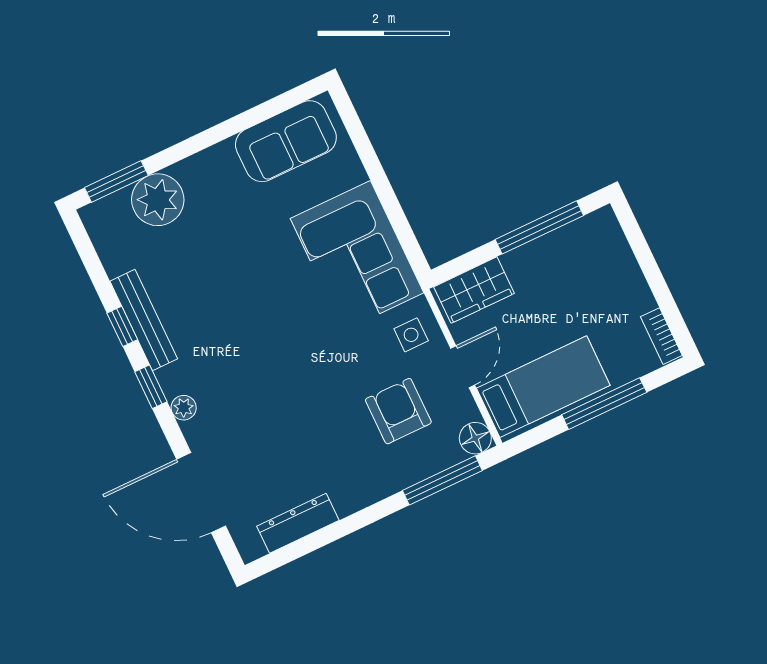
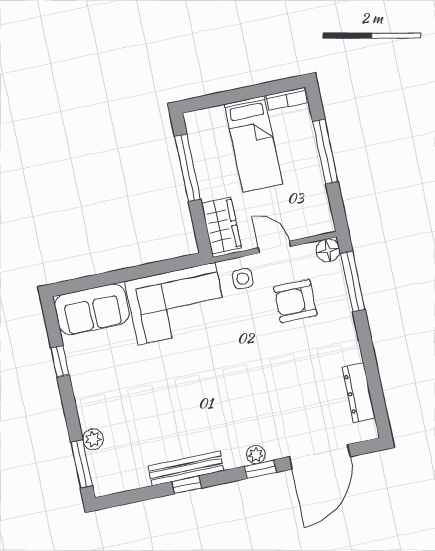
window: (245, 121) -> (60, 361), added
sofa: (286, 141) -> (92, 309), moved, turned 90
plant: (158, 200) -> (93, 439), width x0.53, depth x0.53
window: (151, 387) -> (260, 469), moved
bed: (543, 387) -> (254, 144), moved, turned 180

